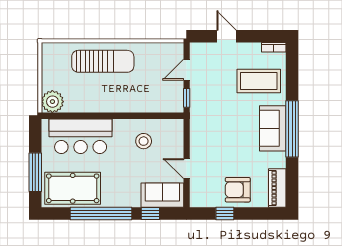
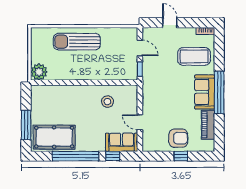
sun lounger: (103, 61) -> (77, 42), turned 180
door: (187, 70) -> (140, 48), swing flipped
bar counter: (81, 136) -> (60, 98), removed
piano: (277, 188) -> (208, 125), moved
armchair: (238, 190) -> (178, 138), turned 180
window: (225, 214) -> (181, 156), moved

